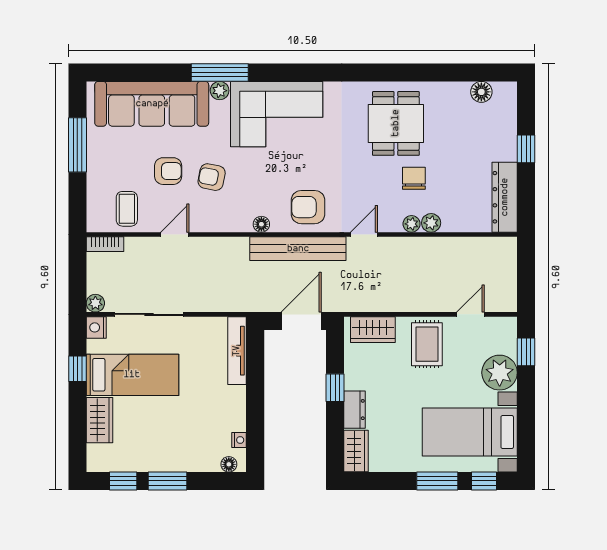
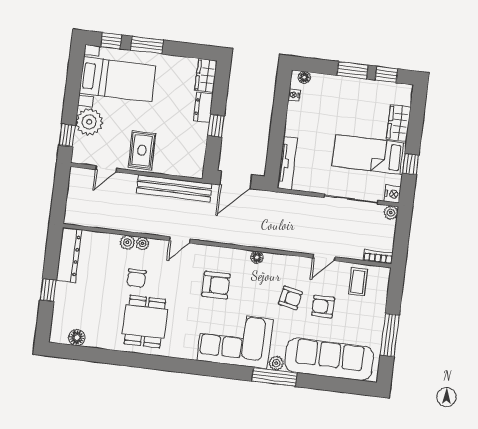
armchair: (308, 207) -> (216, 285), moved
bench: (298, 249) -> (174, 188), moved
wardrobe: (373, 330) -> (182, 166), removed

